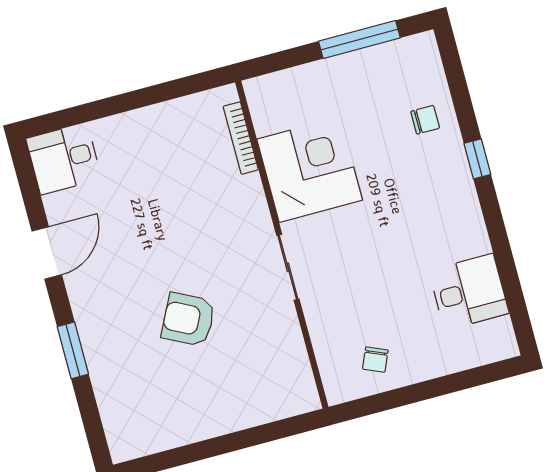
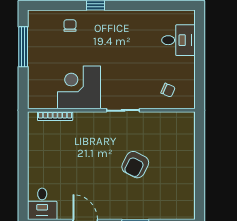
desk: (469, 292) -> (179, 40), moved, turned 90
chair: (375, 360) -> (168, 90), moved

